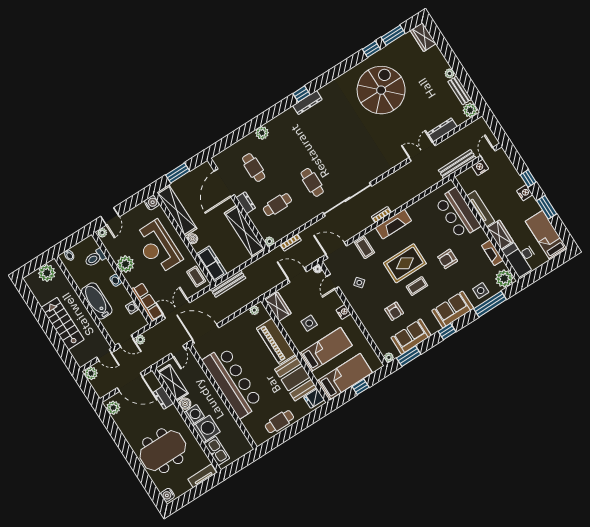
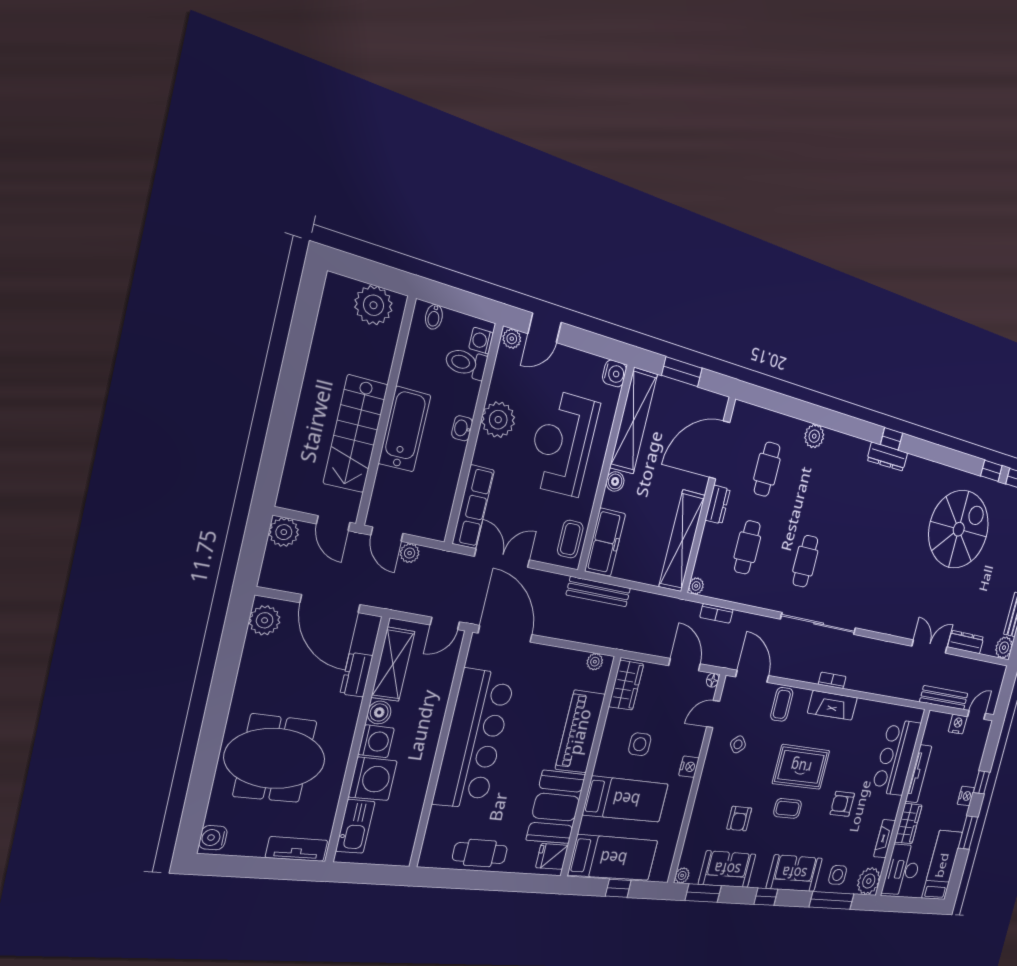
cafe table: (277, 205) -> (747, 547), turned 90
washing machine: (132, 307) -> (481, 341), moved
stairs: (63, 324) -> (356, 434), moved, turned 180

